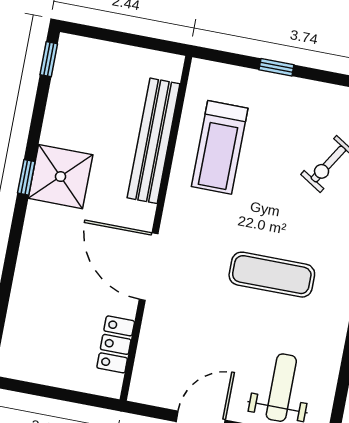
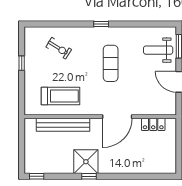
window: (276, 67) -> (22, 63), moved

